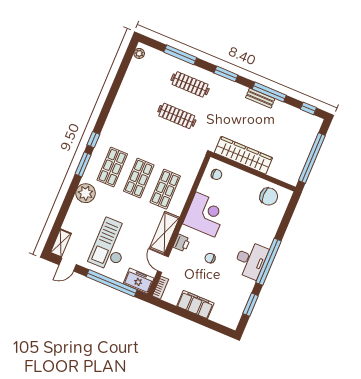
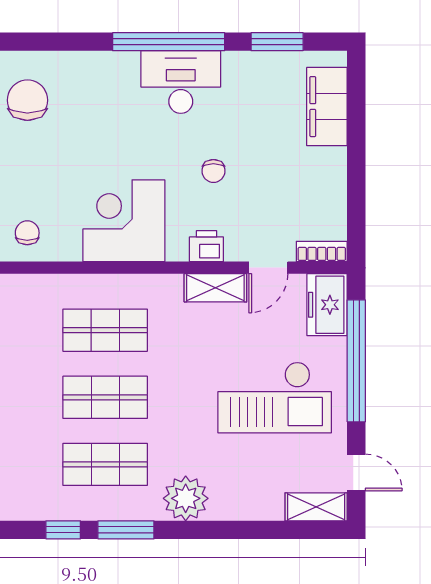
shelving: (164, 233) -> (215, 288), width x0.67, depth x0.75
filing cabinet: (195, 305) -> (327, 107), moved

